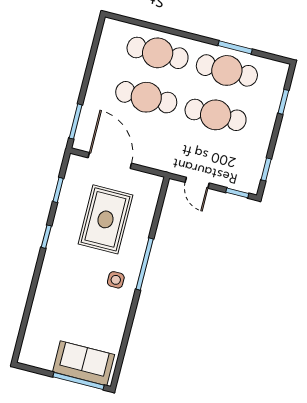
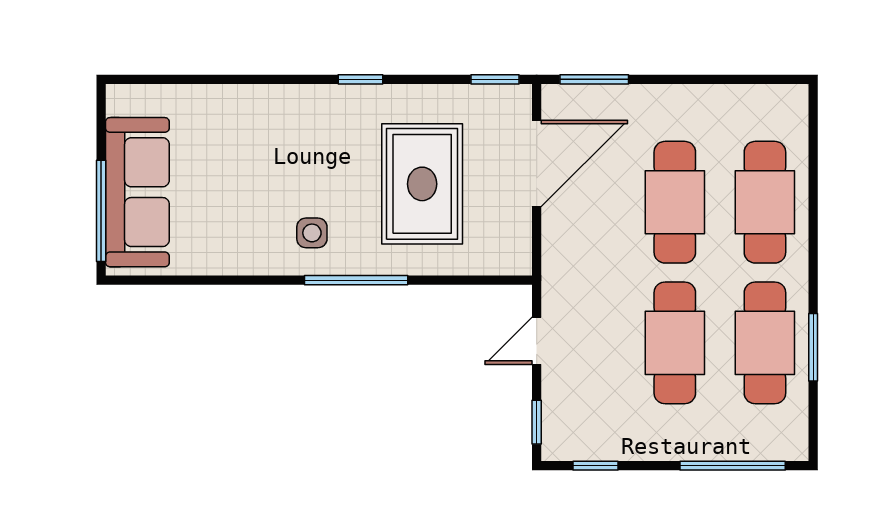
window: (283, 102) -> (733, 466), width x2.17
window: (58, 190) -> (495, 79), moved
rug: (105, 219) -> (422, 184), turned 90
sofa: (84, 363) -> (137, 192), width x1.36

